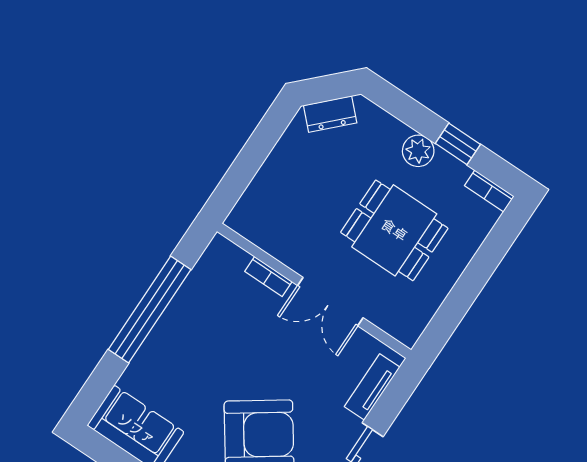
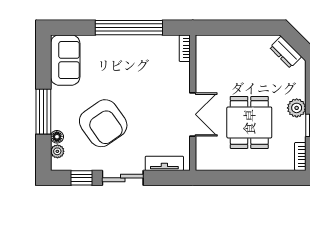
bookcase: (268, 277) -> (185, 48), moved
double door: (330, 302) -> (193, 114), swing flipped

